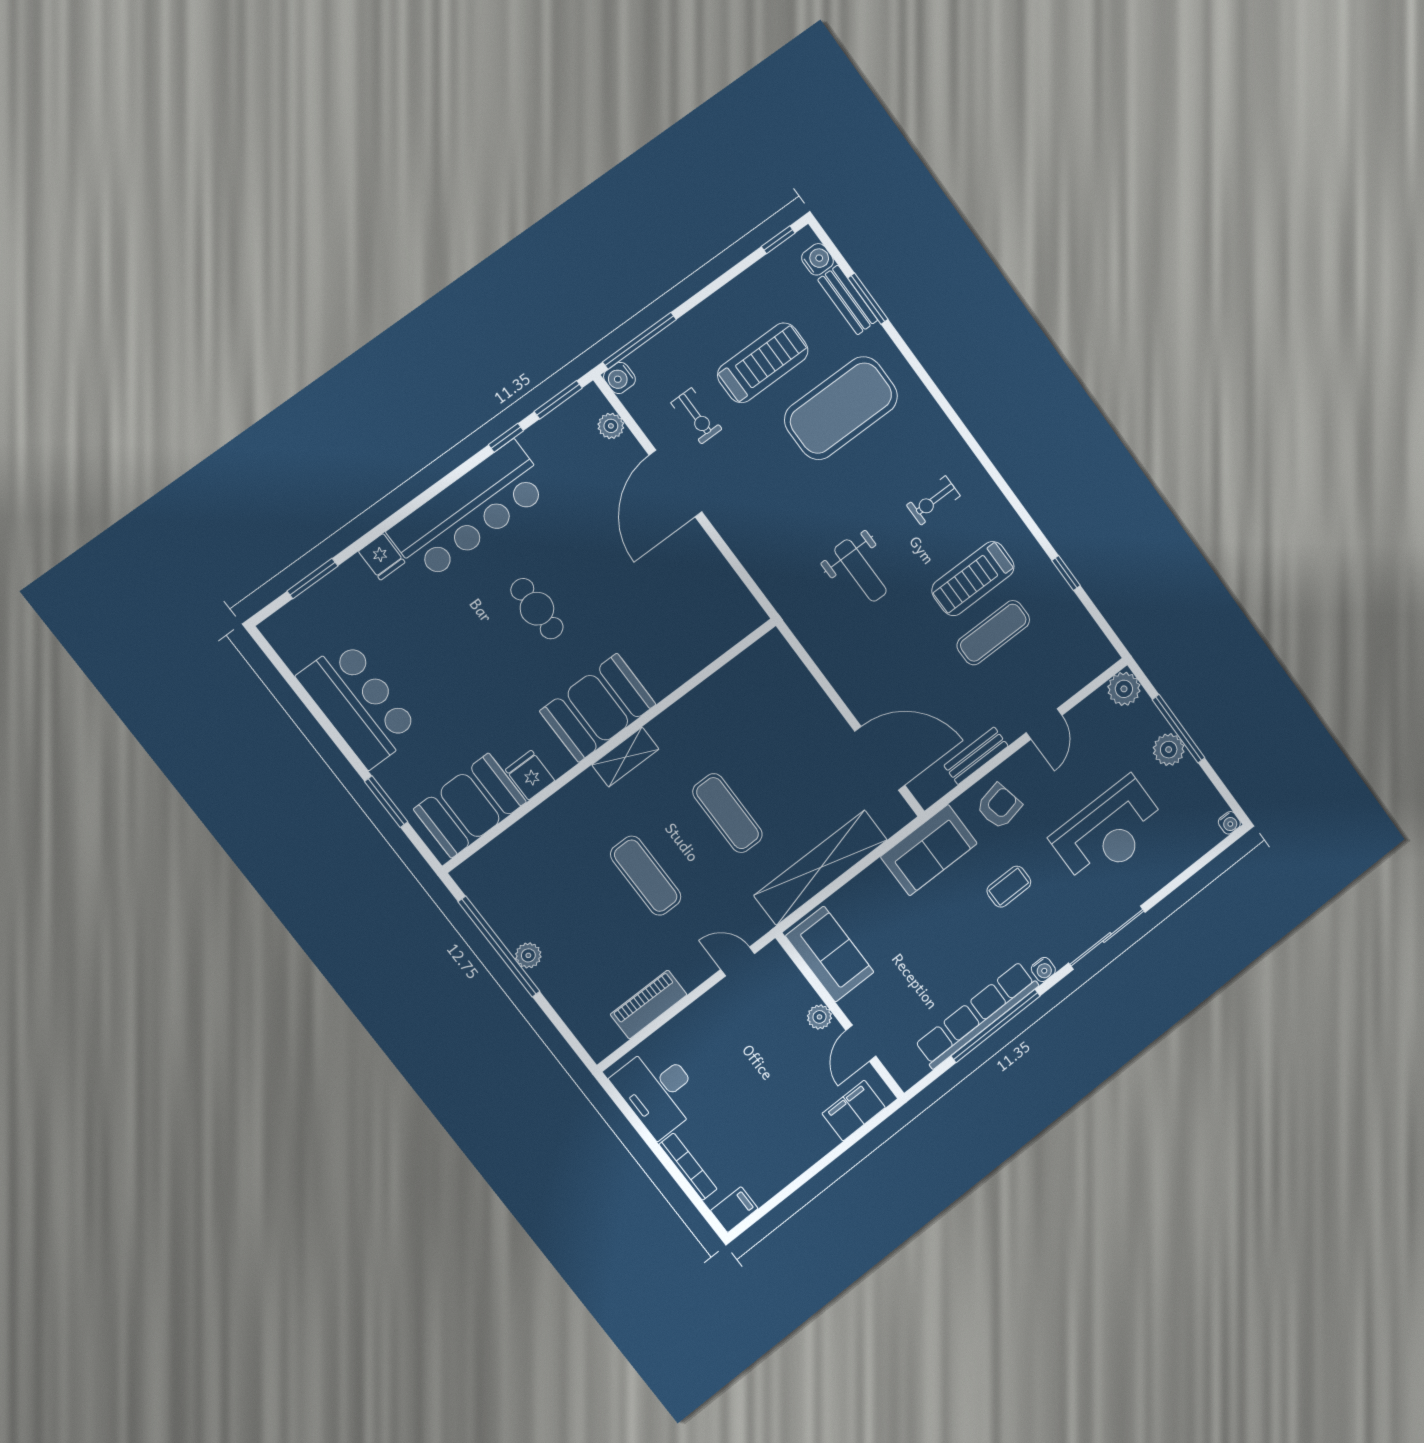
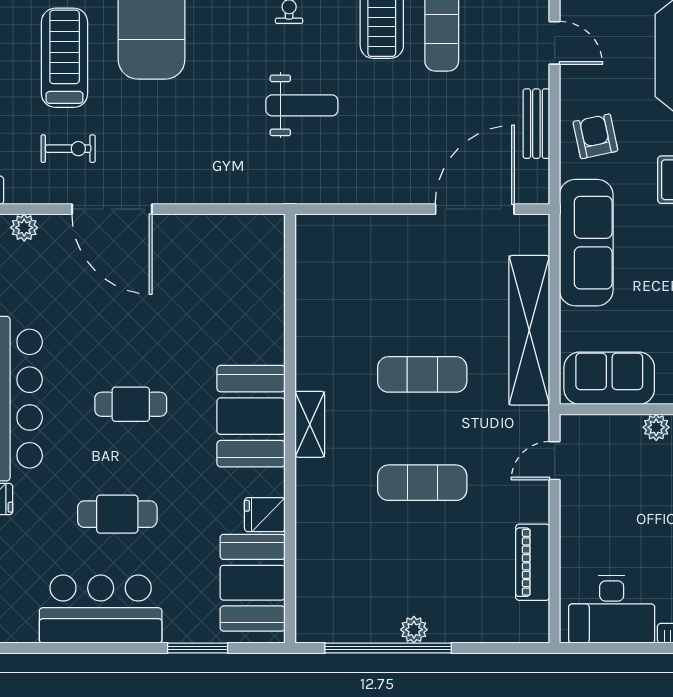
cafe table: (443, 662) -> (117, 514), added
sofa: (929, 850) -> (586, 243), width x1.36

